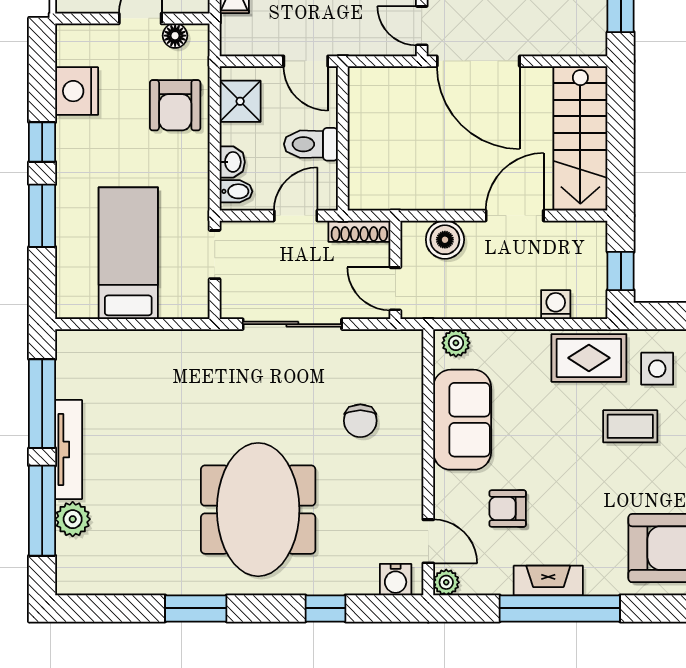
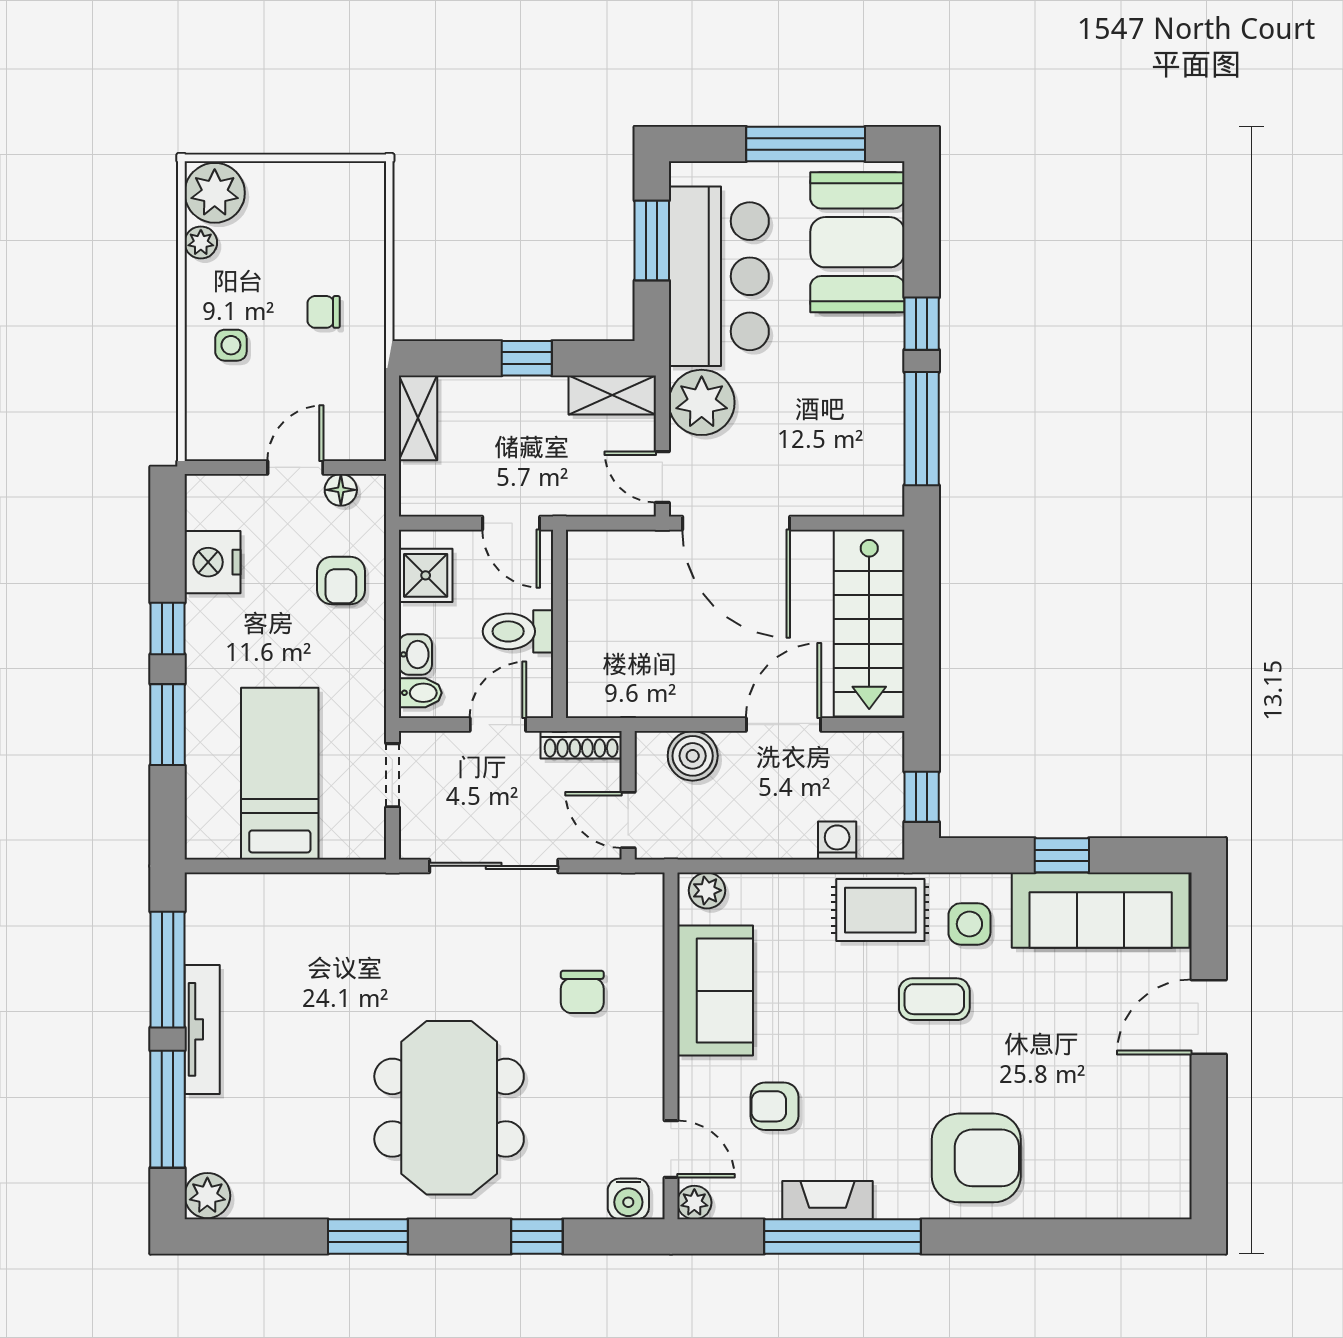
armchair: (175, 105) -> (341, 581), width x0.72, depth x0.72
plant: (73, 519) -> (207, 1196), moved

